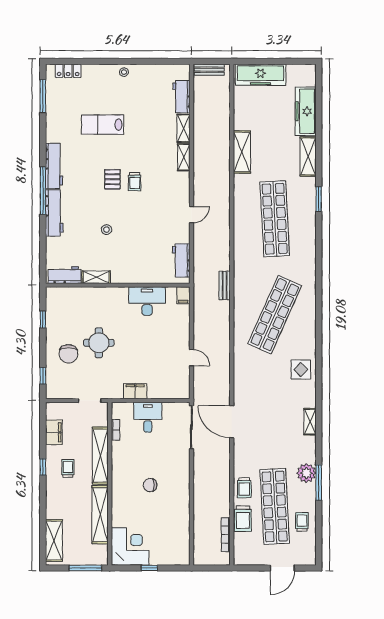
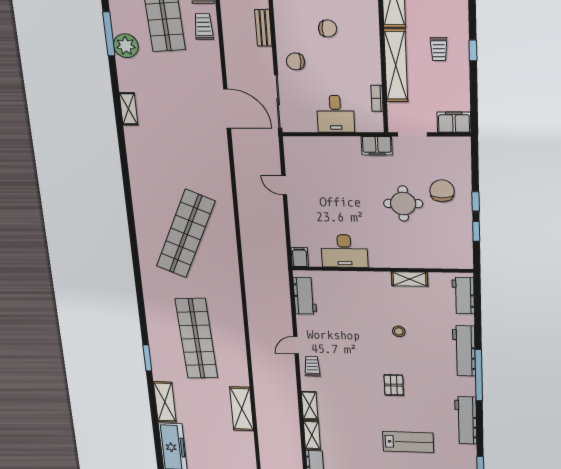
workbench: (54, 166) -> (466, 420), moved
trolley: (135, 182) -> (312, 366), moved
workbench: (65, 275) -> (463, 296), moved, turned 90
bench: (225, 285) -> (263, 28), moved
display table: (301, 370) -> (147, 171), removed
window: (43, 376) -> (476, 201), moved
filing cabinet: (135, 391) -> (377, 146), moved
filing cabinet: (54, 432) -> (454, 122), moved, turned 90
chair: (176, 459) -> (295, 61), added

